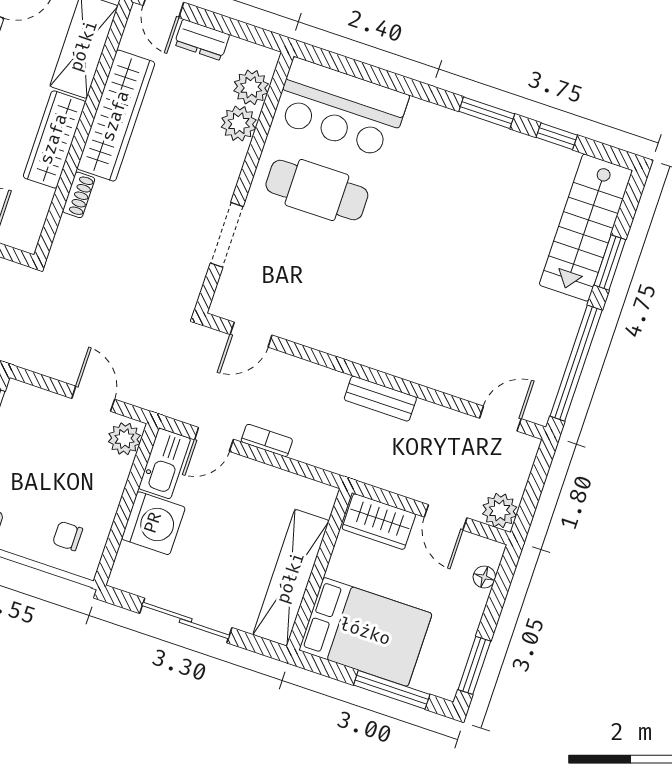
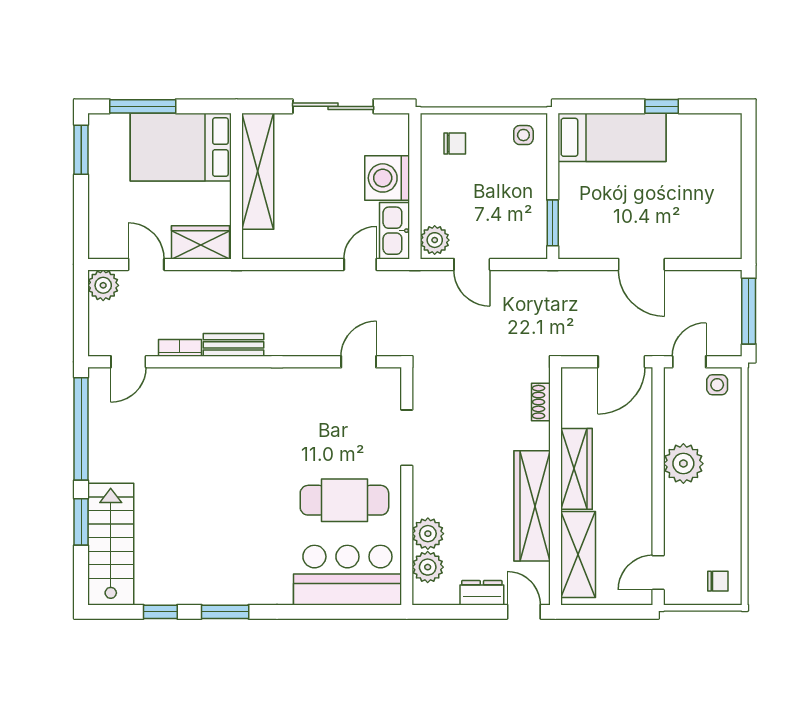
shoe rack: (79, 195) -> (541, 402), moved
bookcase: (267, 440) -> (180, 348), moved, turned 180
floor lamp: (484, 577) -> (97, 226), removed

